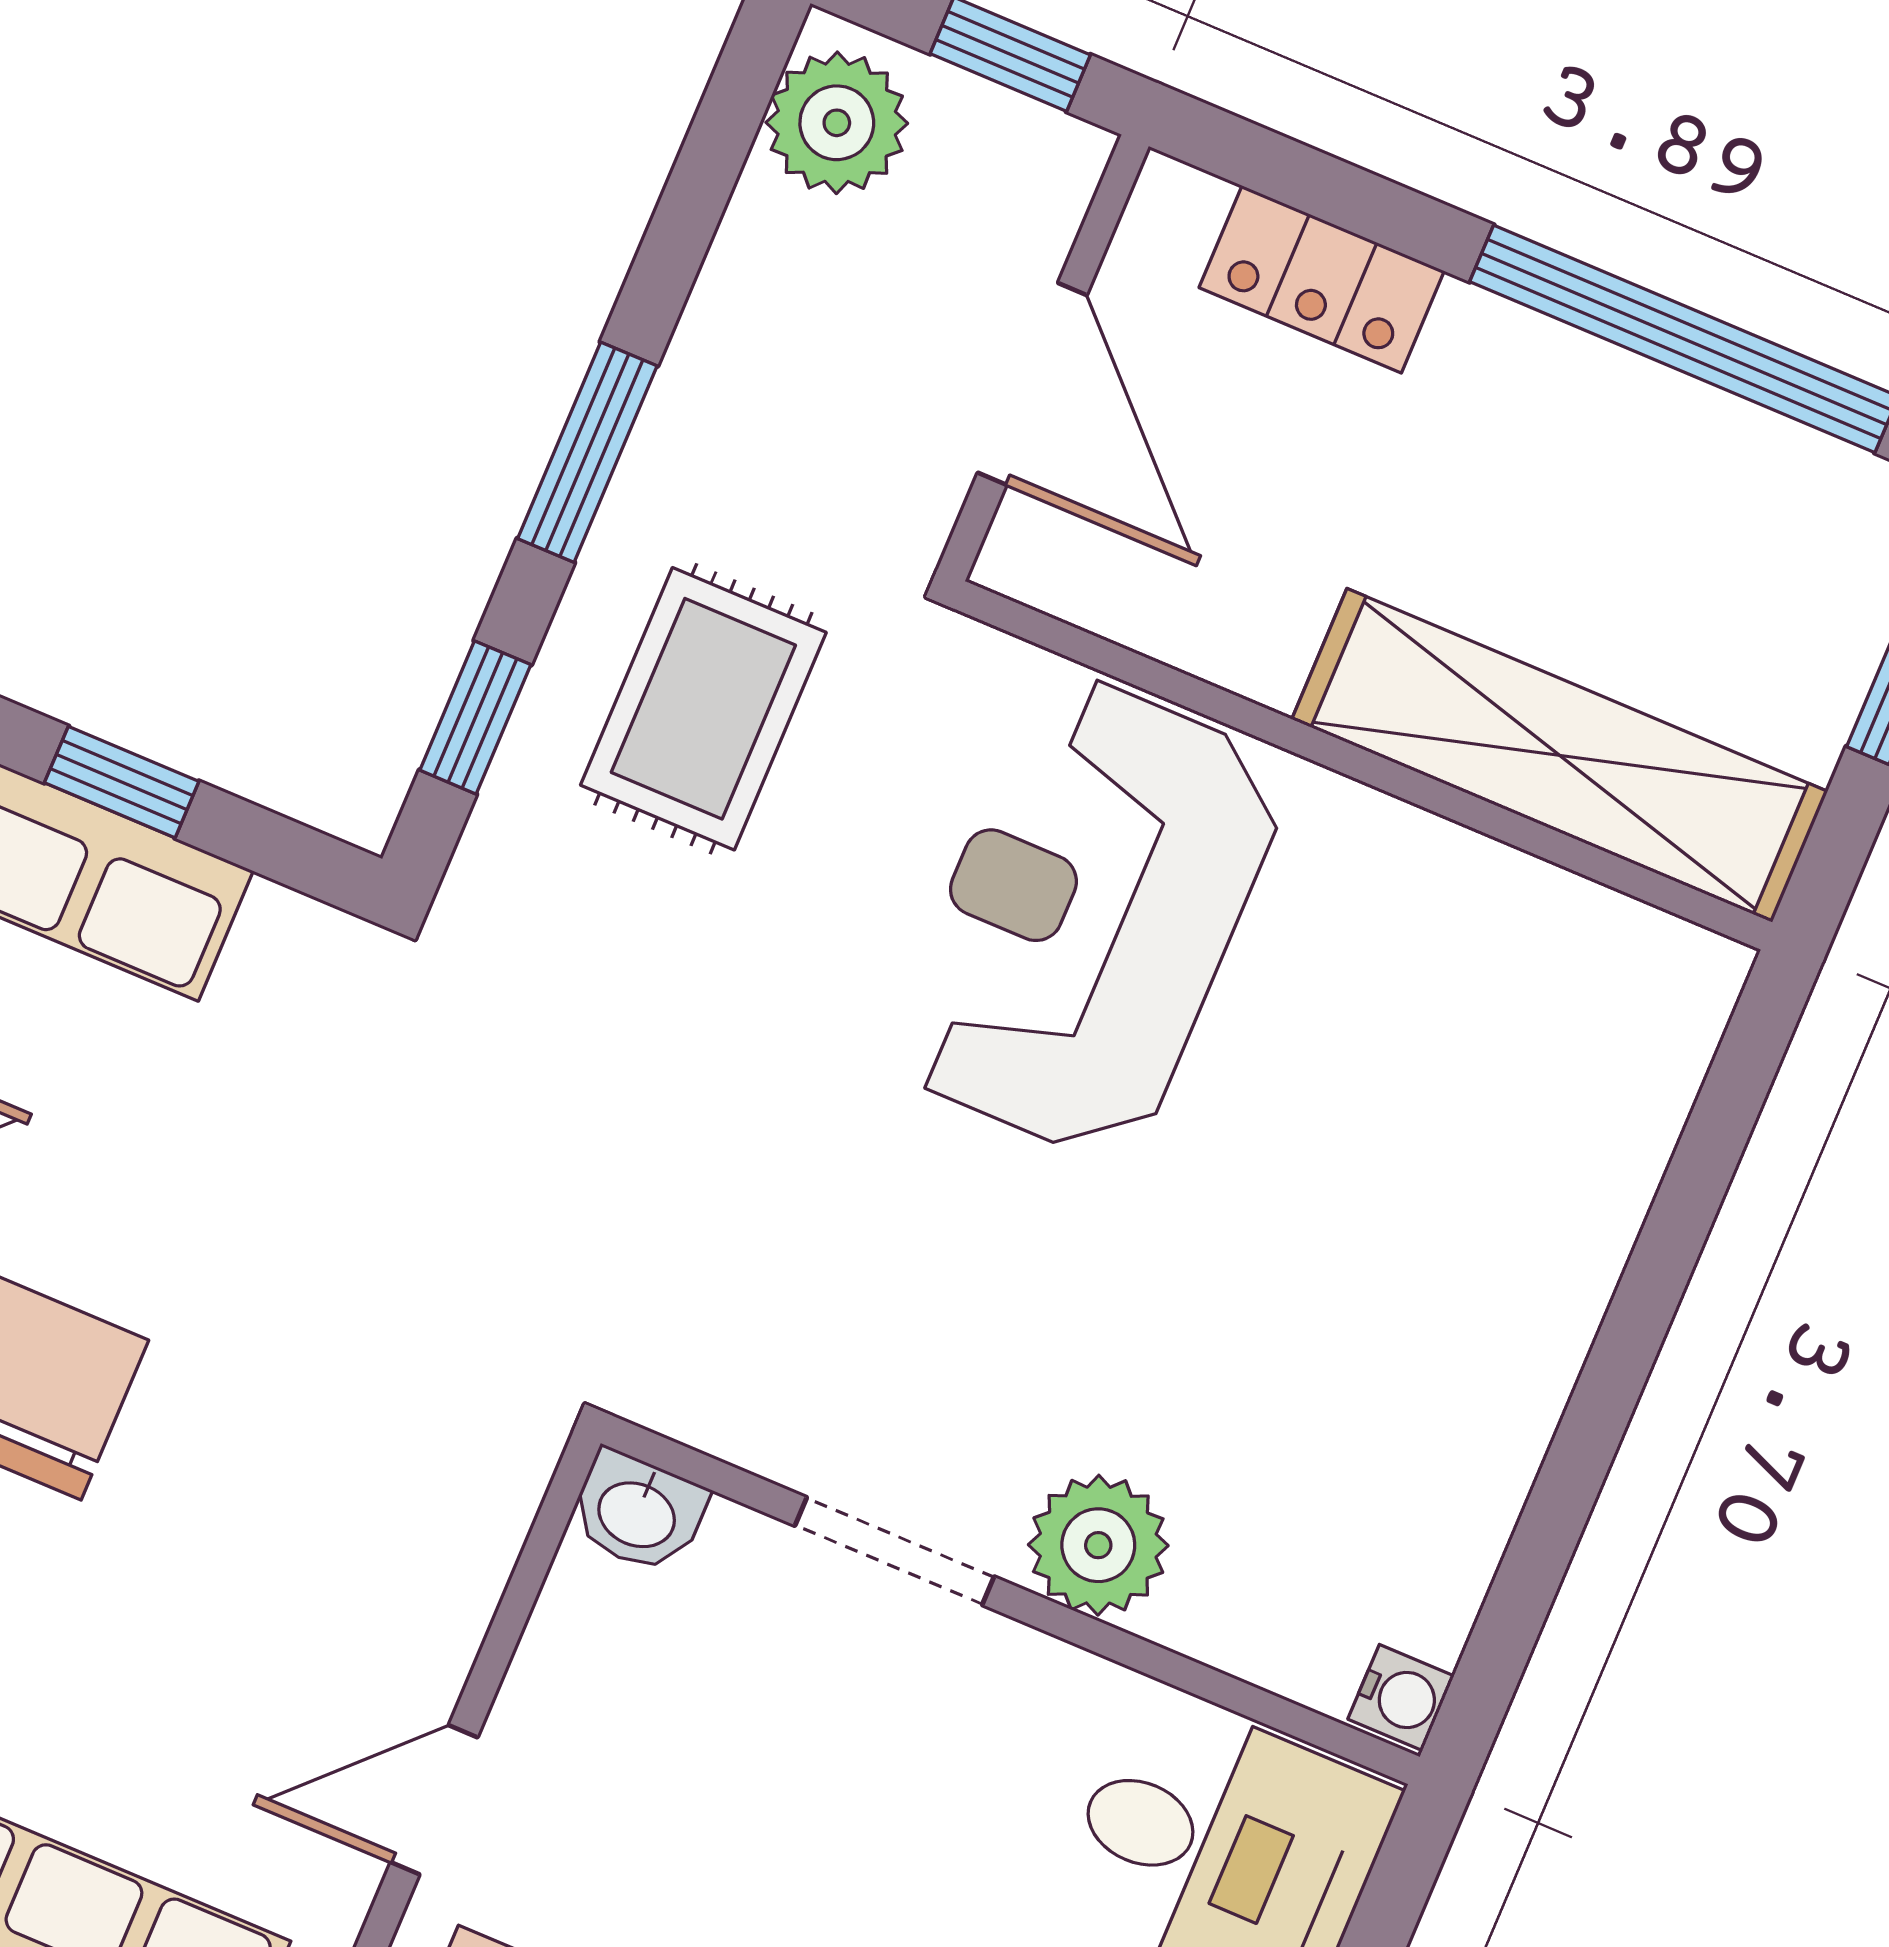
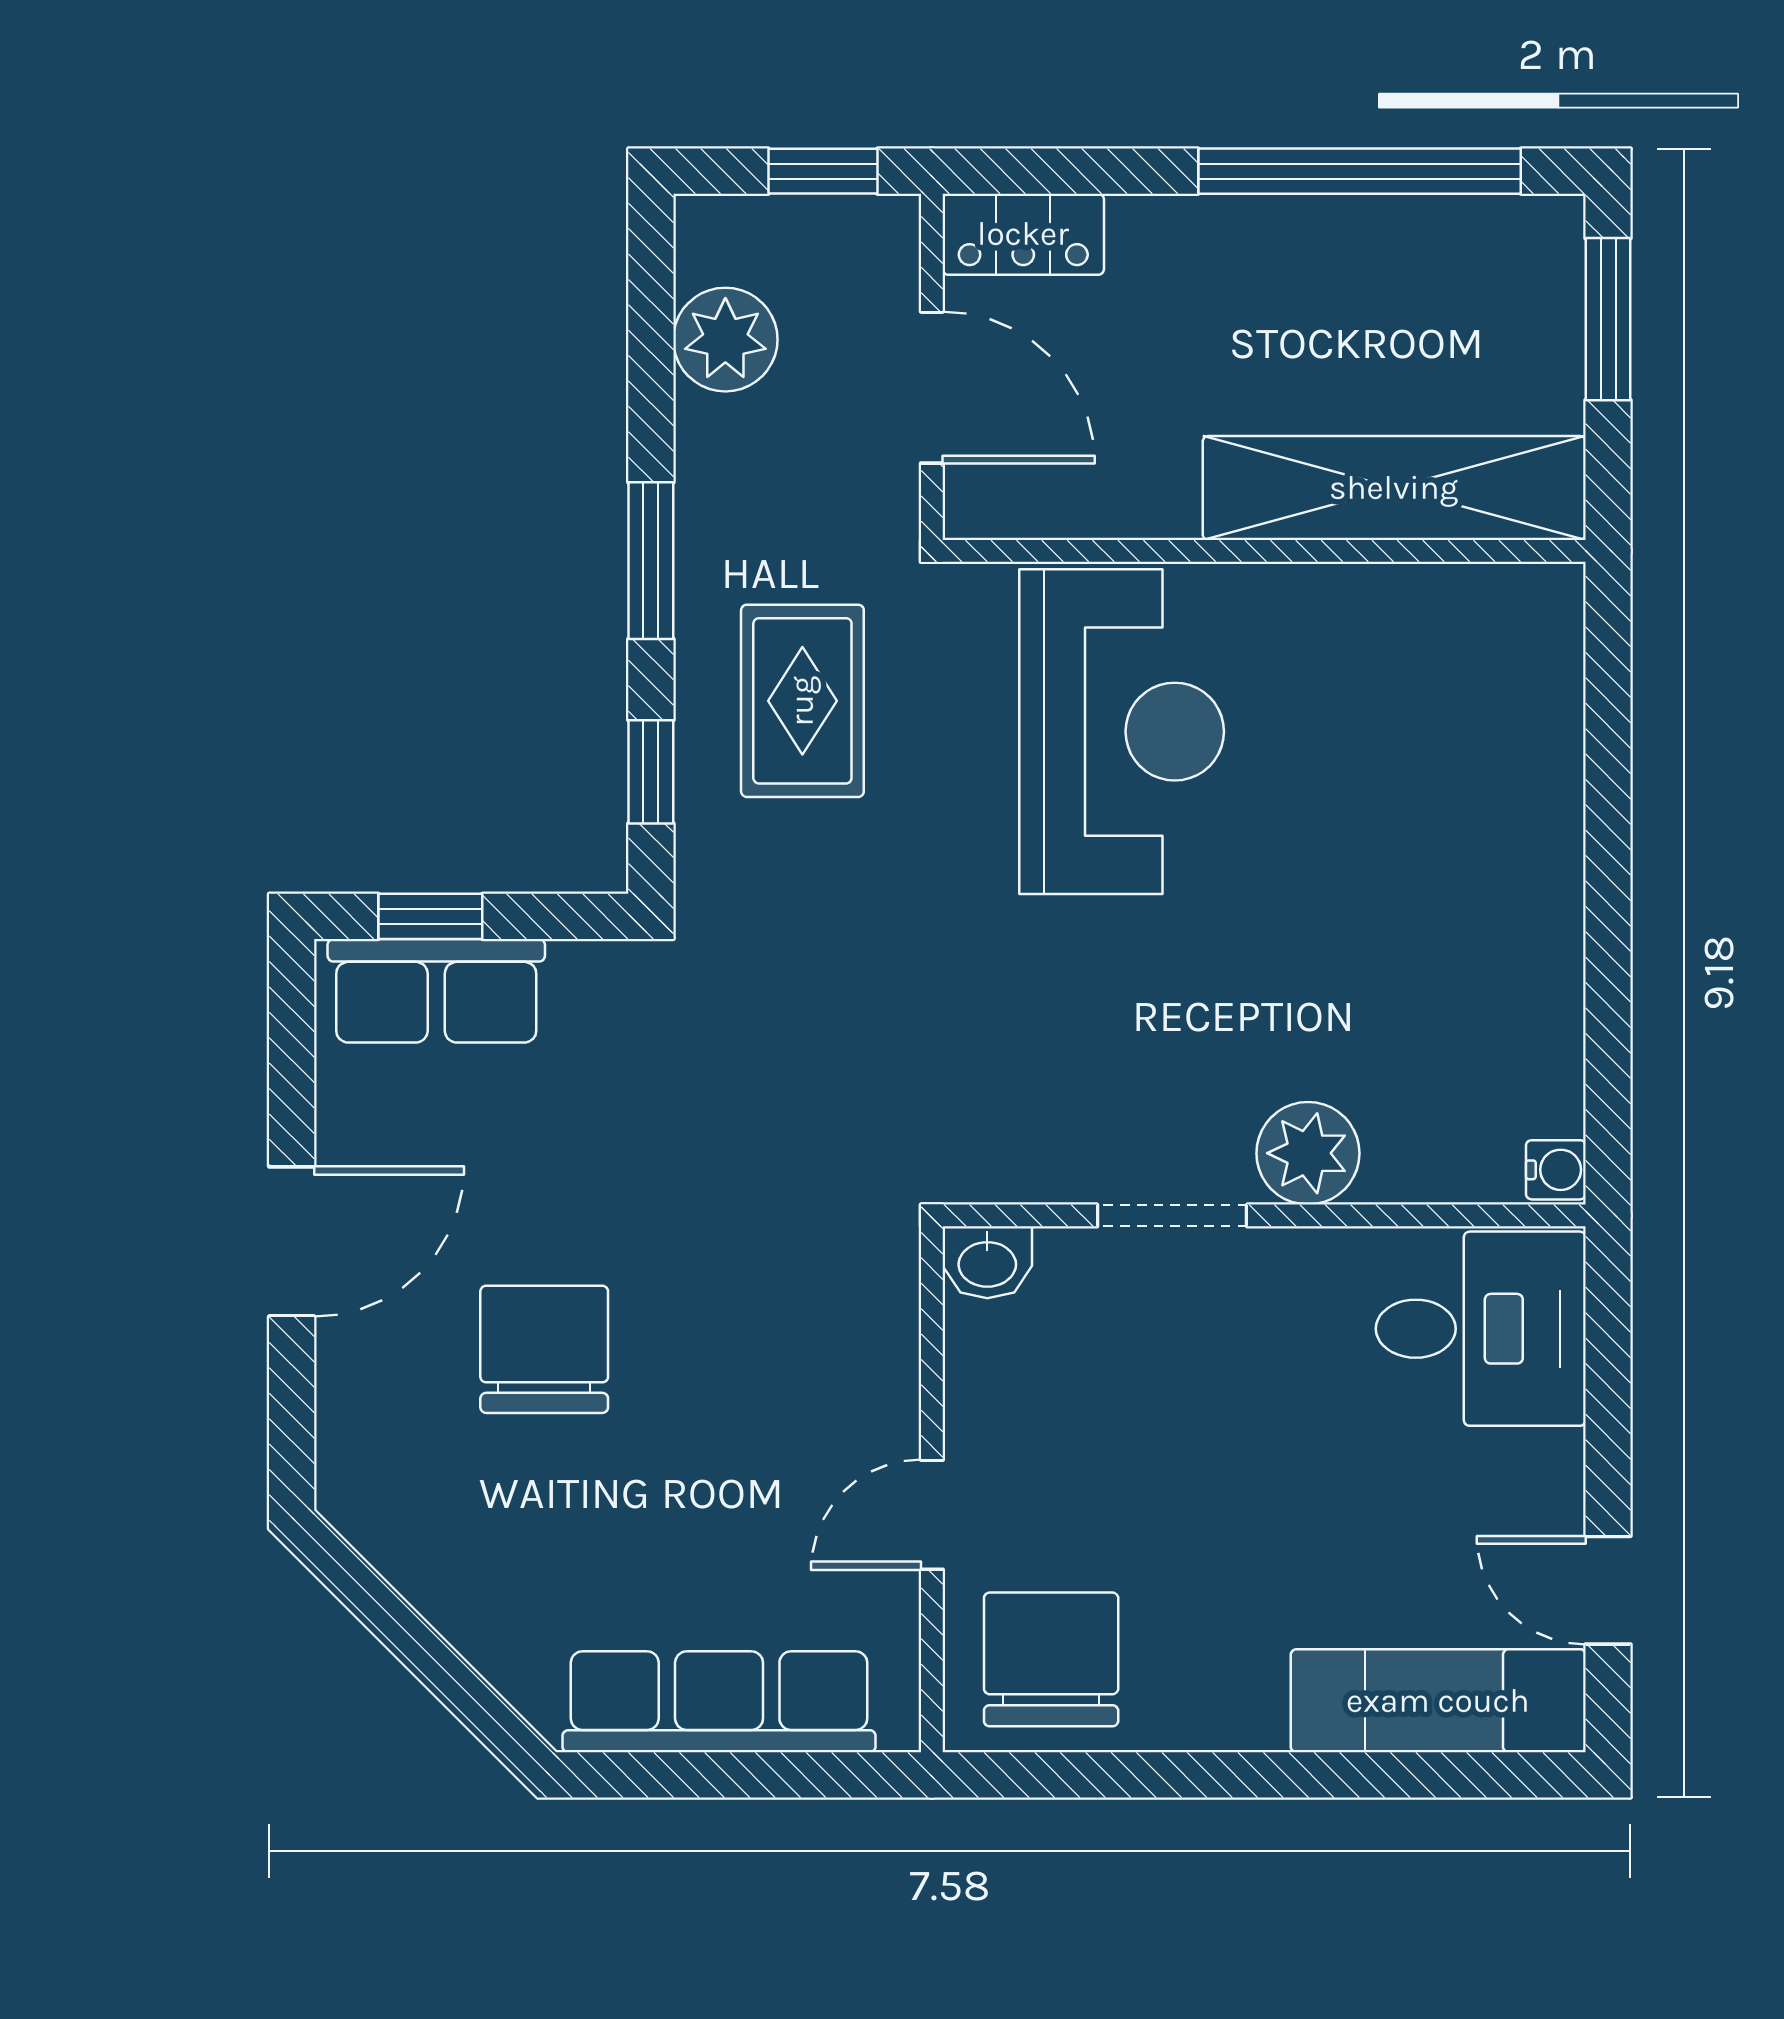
plant: (837, 123) -> (725, 340), moved
locker: (1322, 279) -> (1023, 234), moved
reception desk: (1088, 917) -> (1122, 732), turned 180

